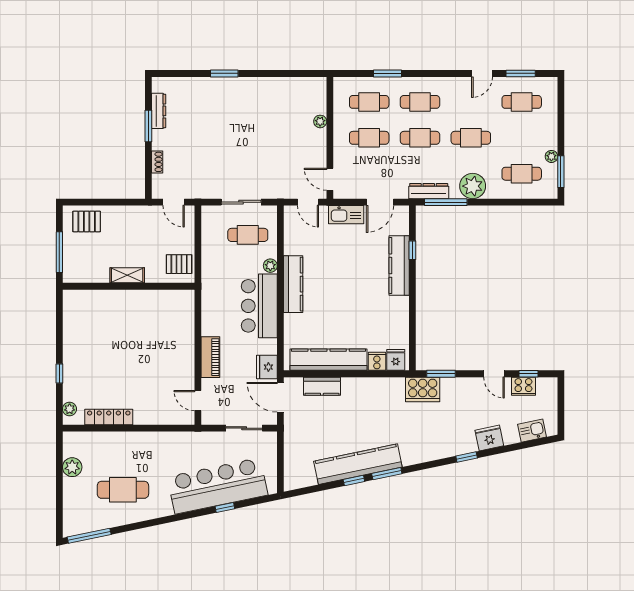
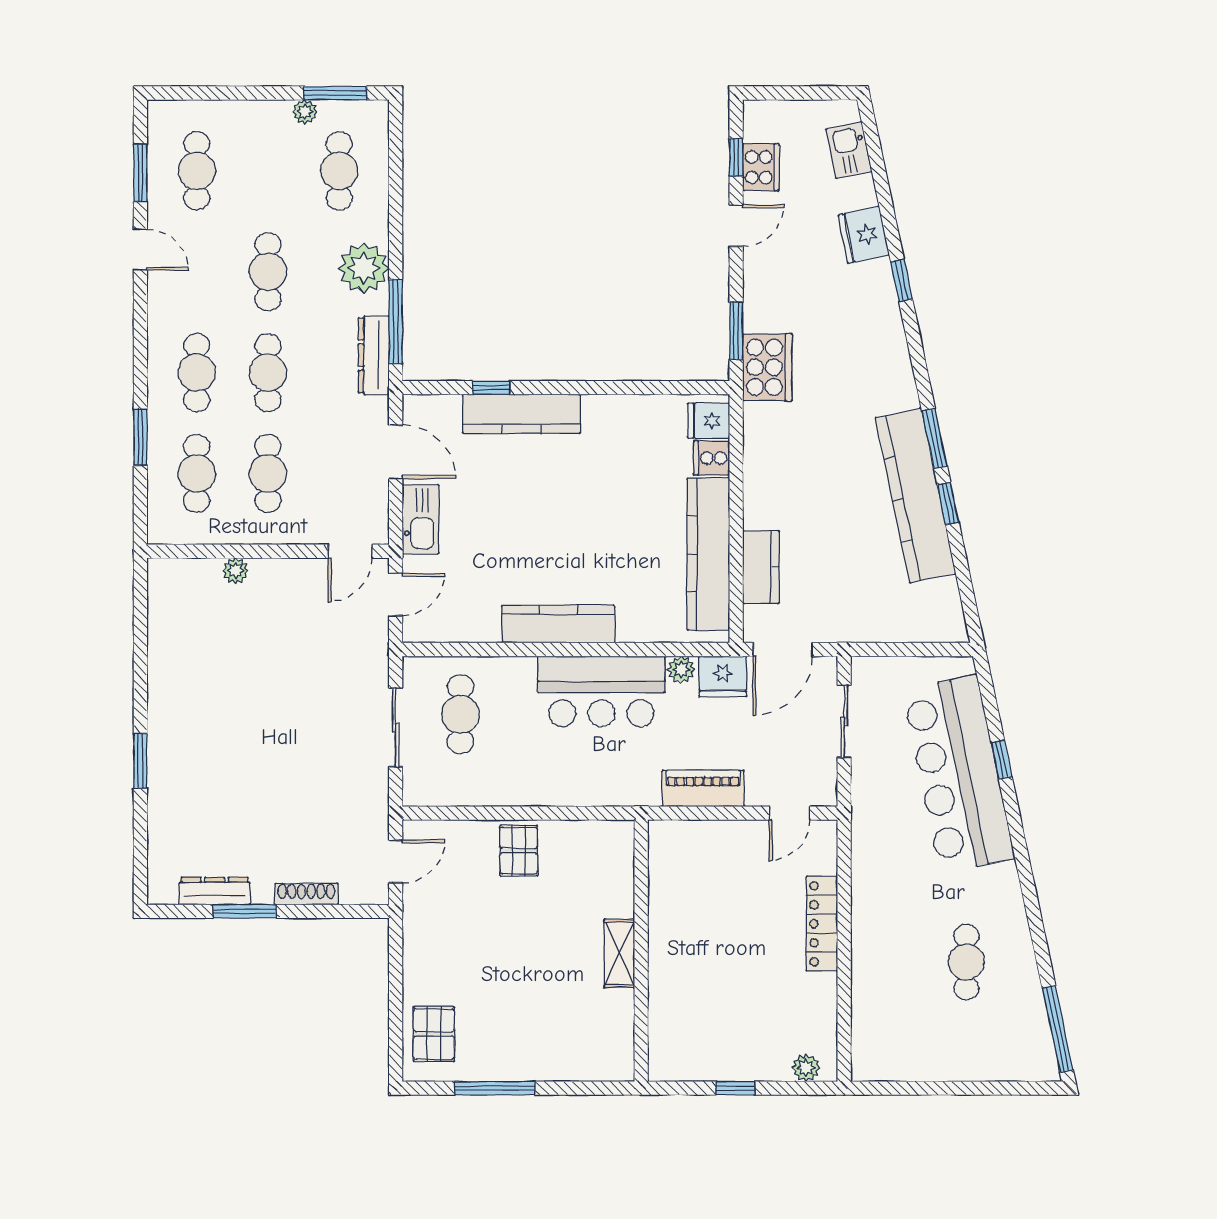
shoe rack: (157, 162) -> (306, 894), width x1.43
plant: (270, 266) -> (681, 670), moved
shelving: (127, 275) -> (619, 953), moved
wall: (129, 286) -> (641, 951), moved
locker: (109, 417) -> (822, 924), moved
plant: (72, 467) -> (921, 1063), removed
cafe table: (123, 490) -> (966, 962), width x0.73, depth x0.74

